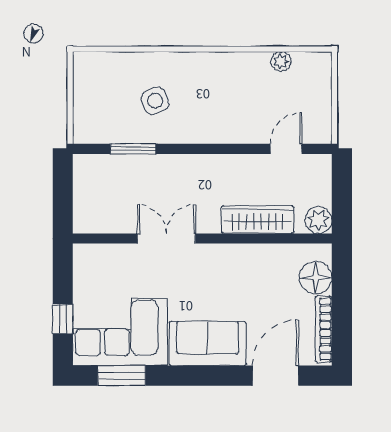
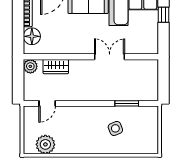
plant: (281, 61) -> (45, 144), width x1.87, depth x1.87
wardrobe: (258, 220) -> (56, 67), width x0.67
double door: (166, 239) -> (110, 57), swing flipped

